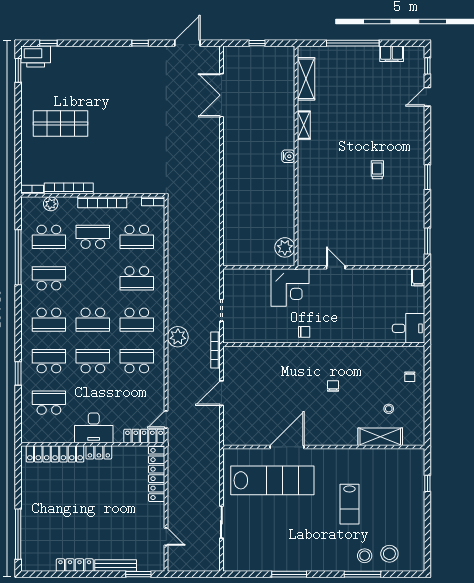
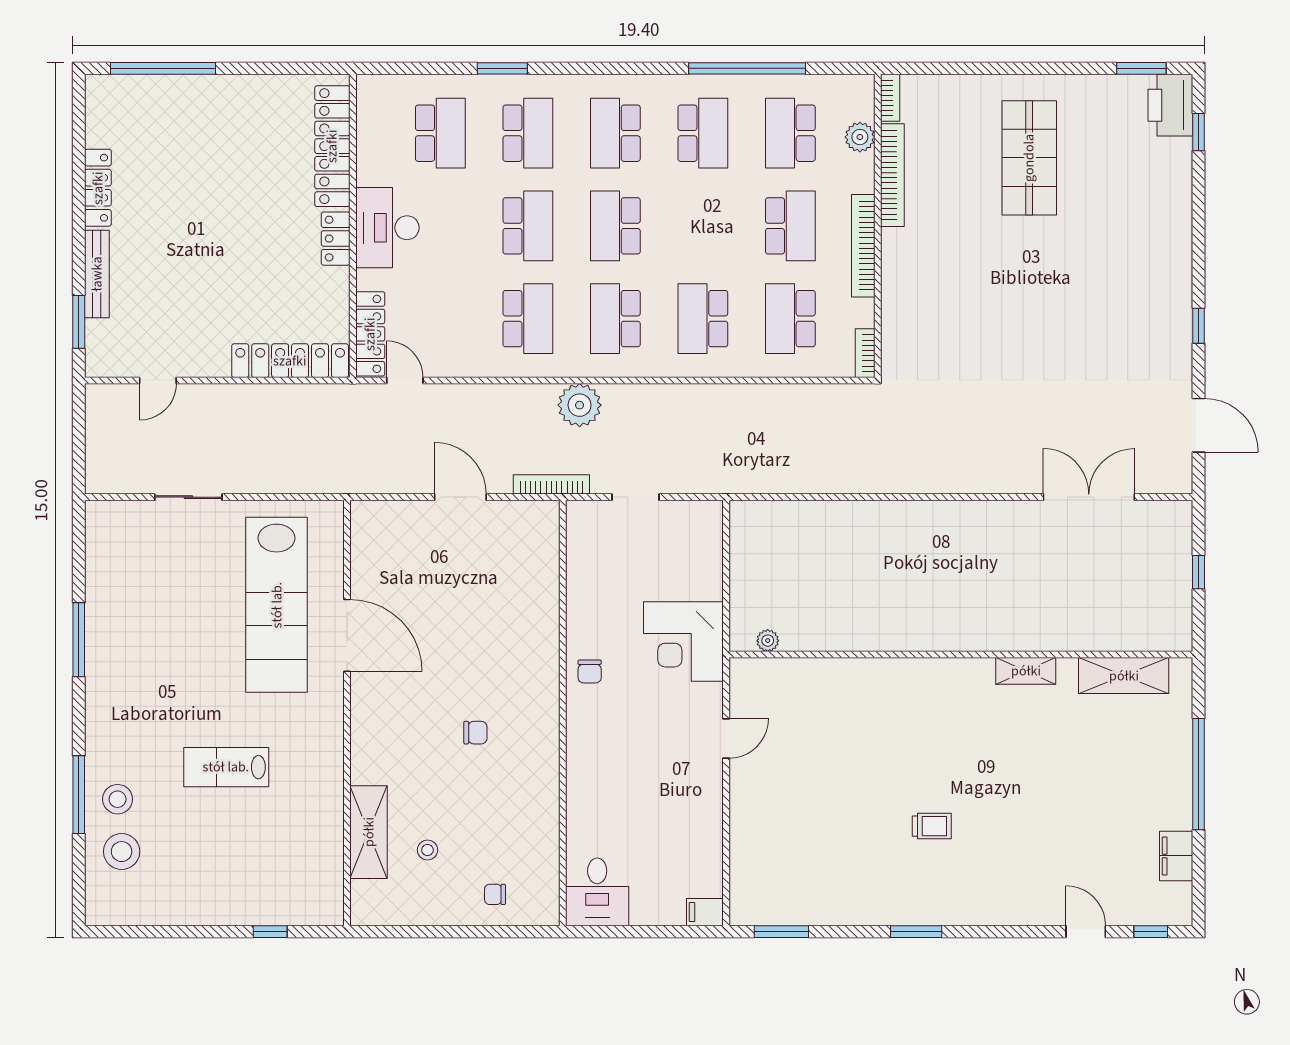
water cooler: (288, 156) -> (960, 638), removed
plant: (285, 247) -> (768, 641), width x0.53, depth x0.53

